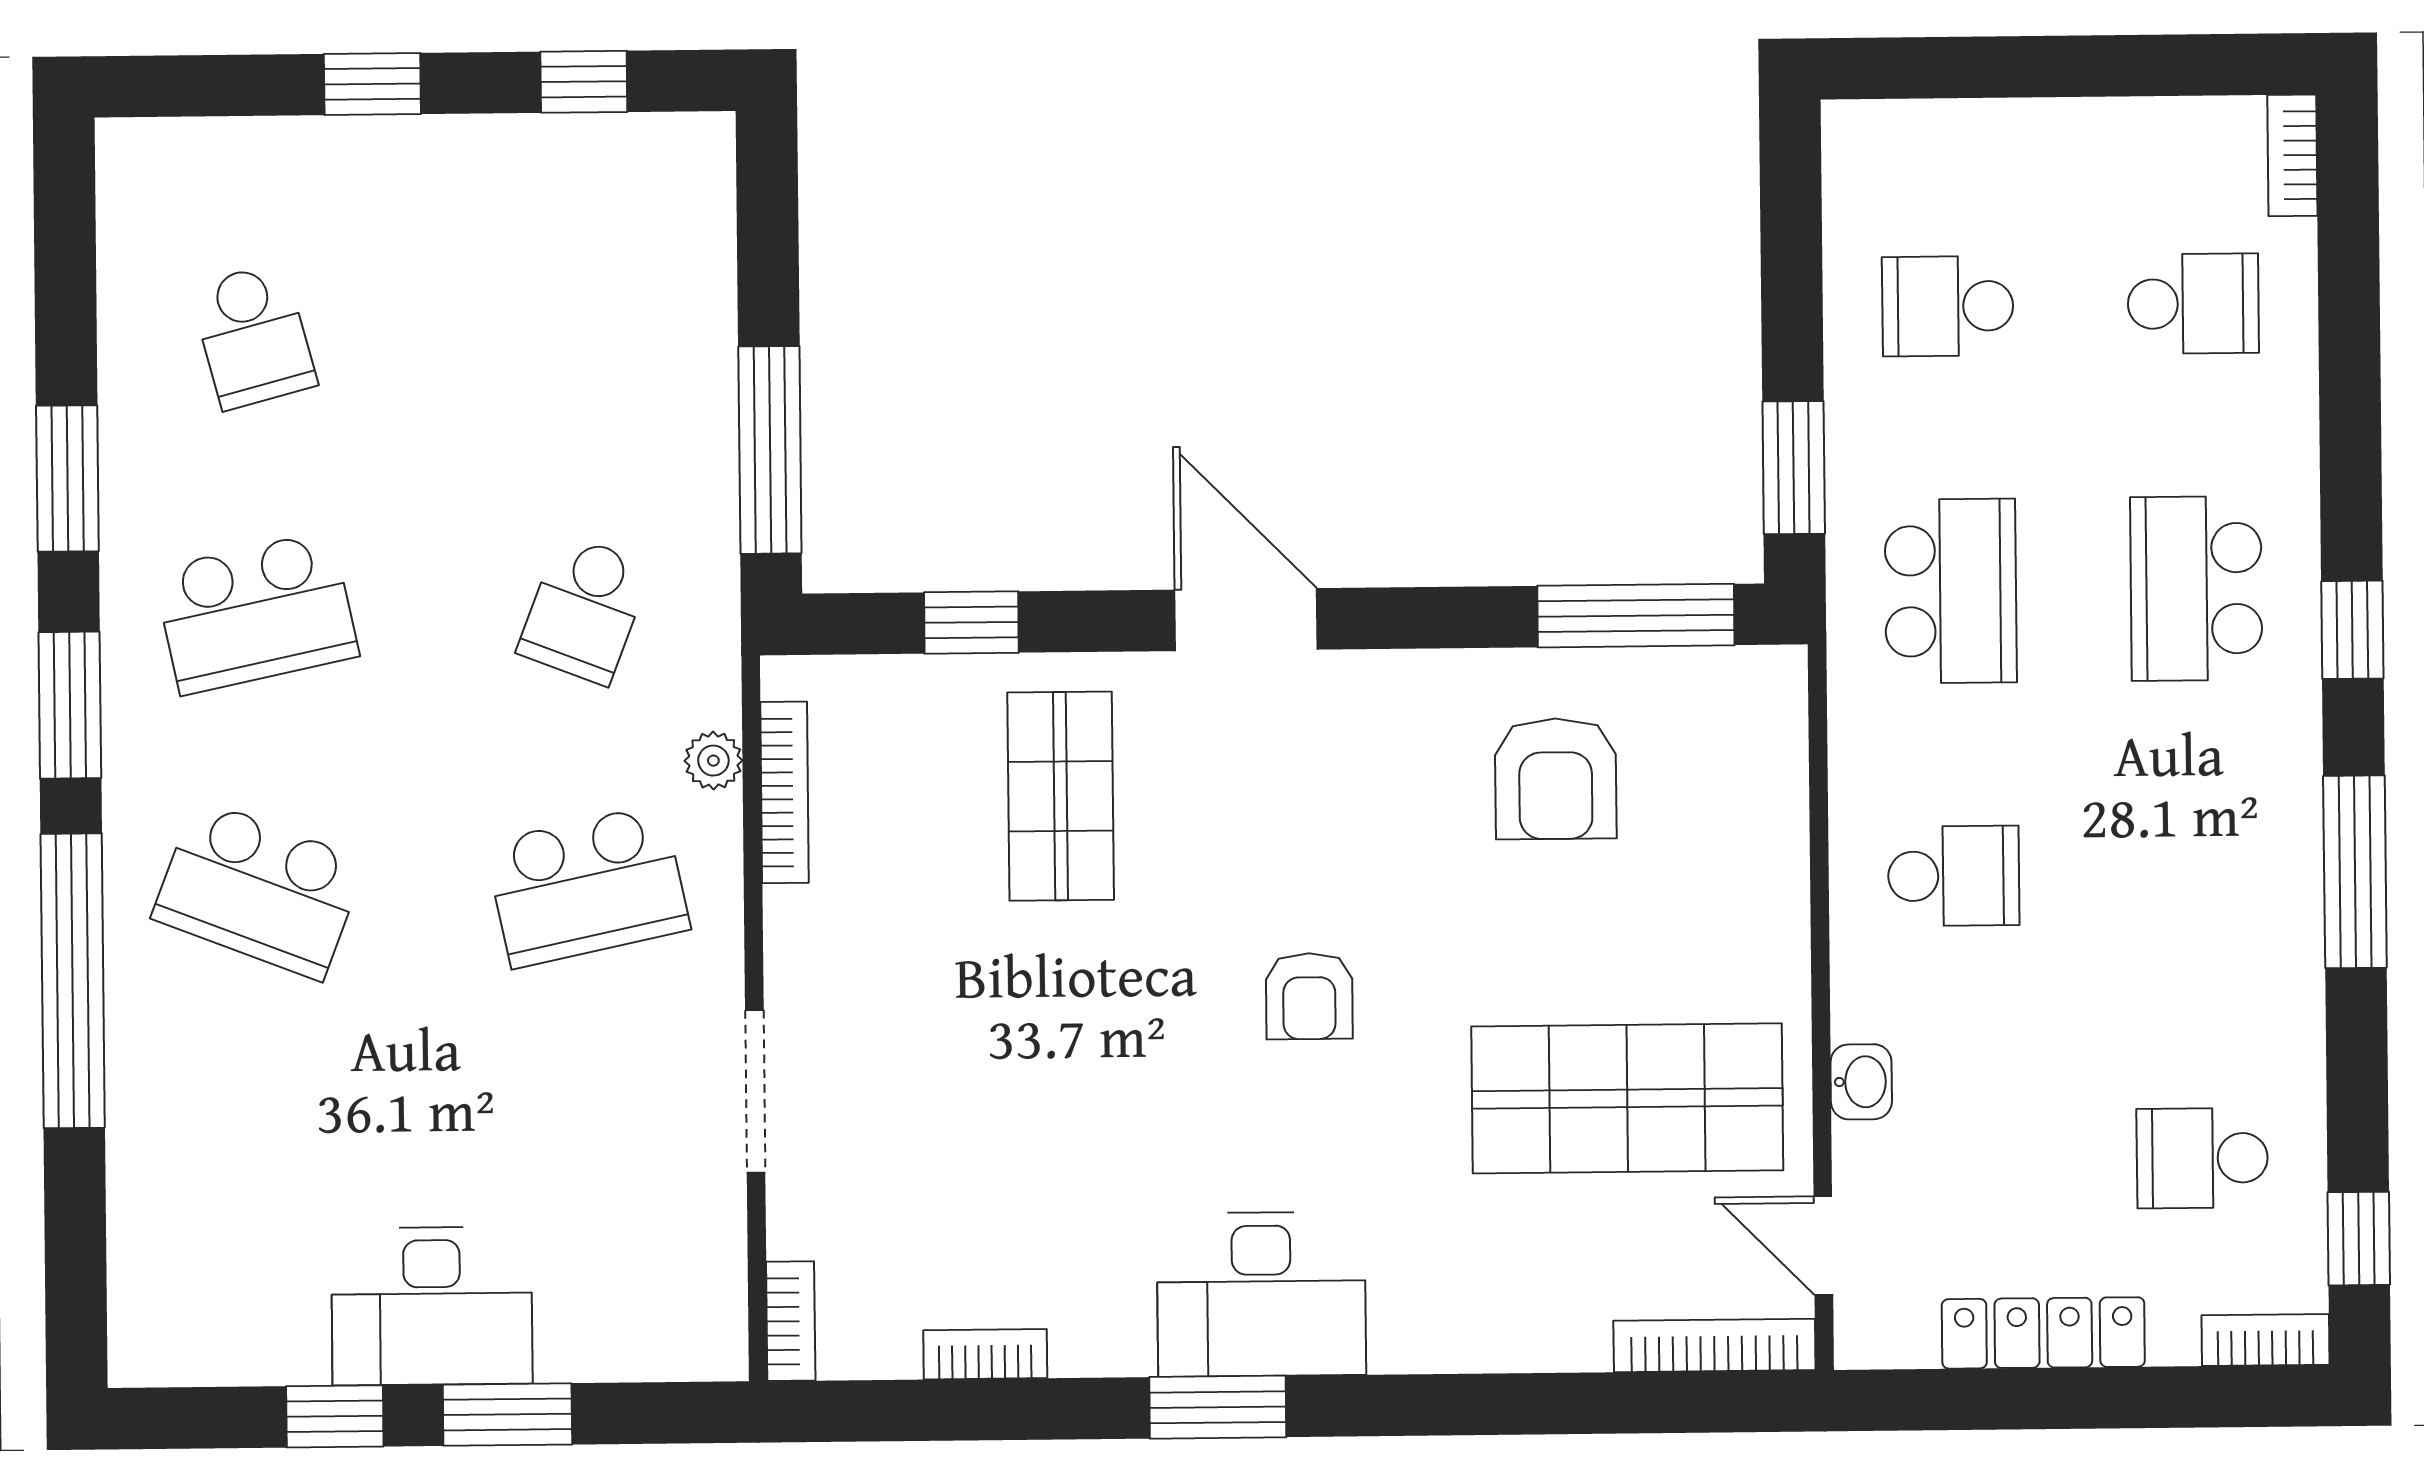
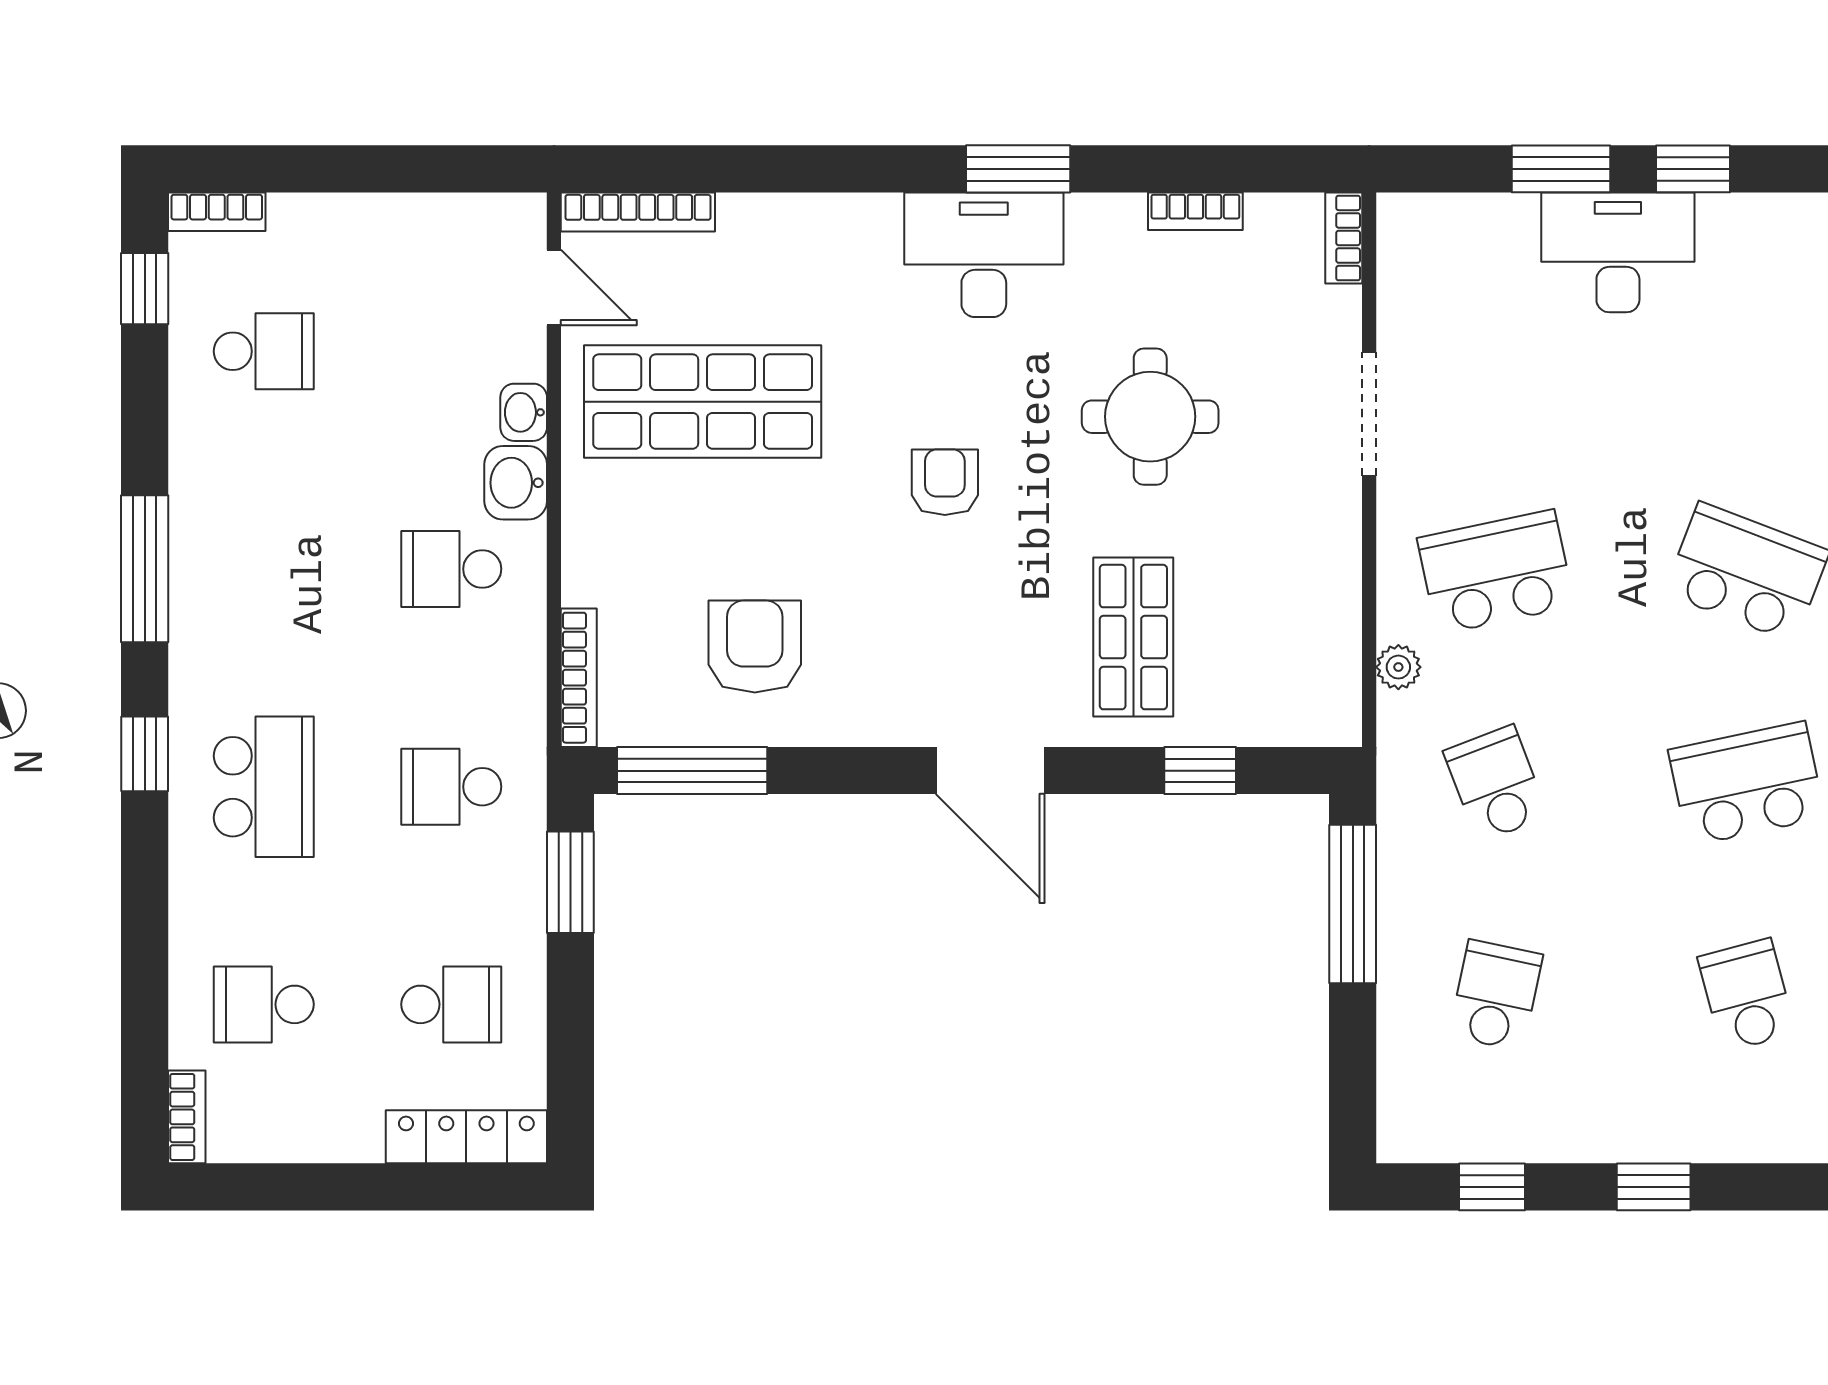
school desk: (581, 333) -> (1496, 995), added
school desk: (1951, 591) -> (451, 787), width x0.54
school desk: (584, 609) -> (1496, 784), turned -42
bookcase: (785, 792) -> (579, 678), moved, turned 180
washbasin: (1871, 990) -> (516, 483), added
round table: (1042, 1085) -> (1150, 417), added
locker: (2043, 1333) -> (466, 1137), moved, turned 180

